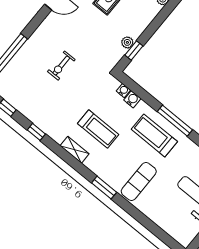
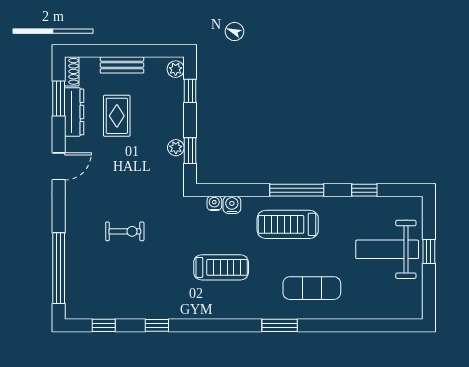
window: (161, 18) -> (190, 91), added
exercise bike: (61, 66) -> (125, 231), turned -90
shelving: (75, 150) -> (214, 311), removed
exercise mat: (139, 182) -> (312, 288), turned 90

